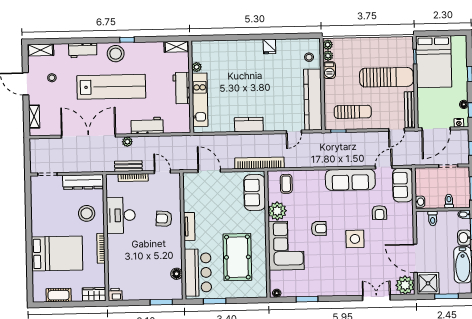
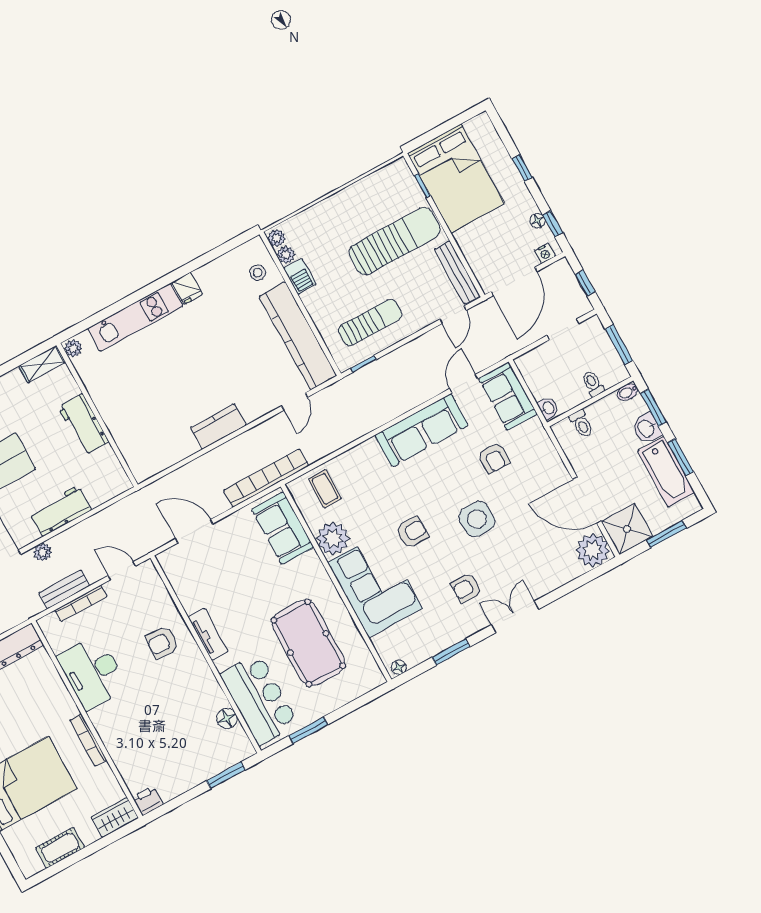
plant: (197, 67) -> (73, 348), moved
kitchen unit: (200, 100) -> (135, 317), moved, turned 90
stool: (87, 213) -> (37, 697), removed
armchair: (332, 271) -> (466, 588), added
double door: (376, 298) -> (515, 617), moved

